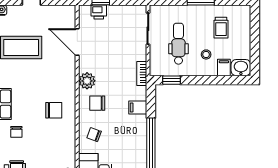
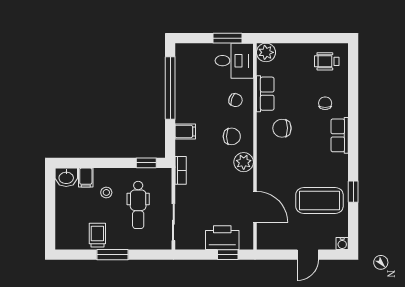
printer: (99, 12) -> (222, 238), width x1.87, depth x1.48
trolley: (221, 28) -> (97, 235), moved
row of seats: (68, 140) -> (265, 94), added

